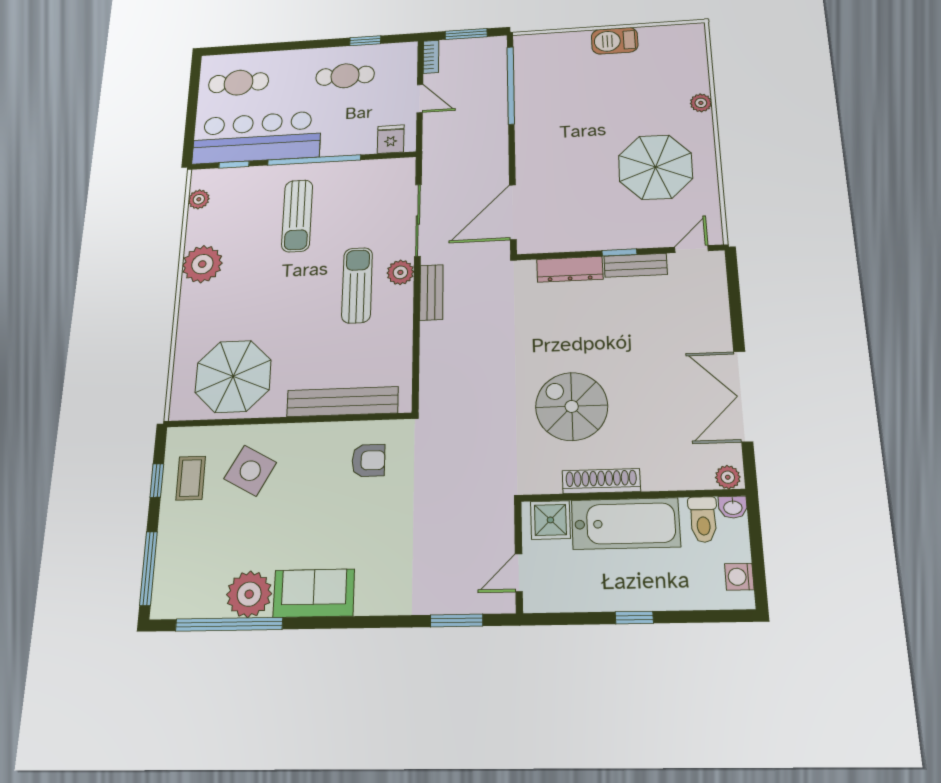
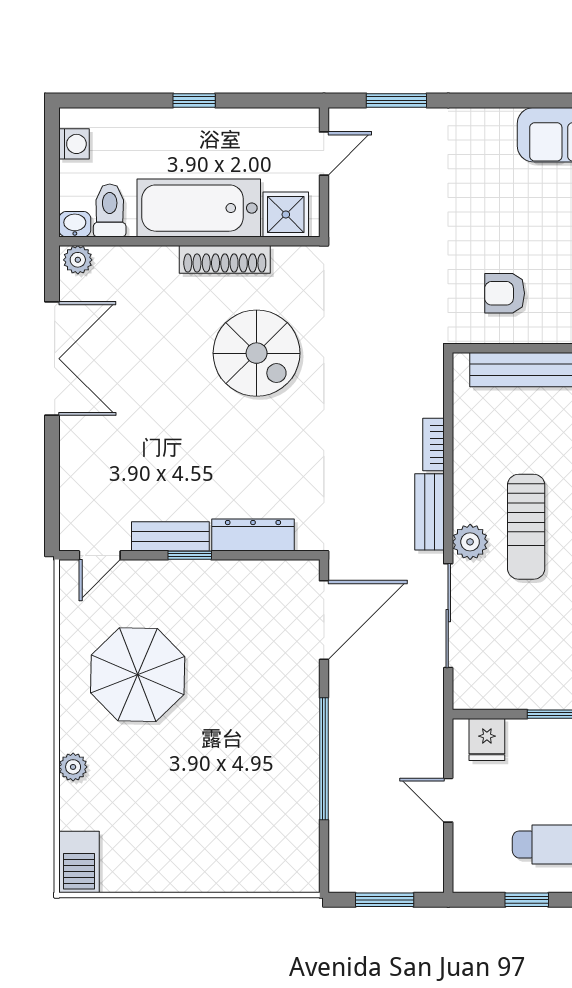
barbecue: (615, 41) -> (79, 862), moved, turned 90
bookcase: (431, 57) -> (433, 445), moved
window: (511, 85) -> (324, 759), moved

